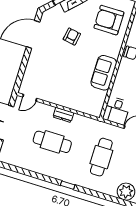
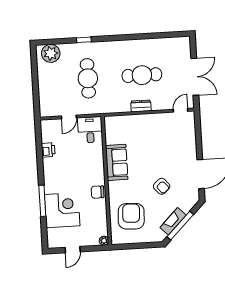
armchair: (109, 20) -> (131, 216), turned -87
armchair: (72, 37) -> (162, 186), turned -52
window: (68, 185) -> (84, 40), moved

